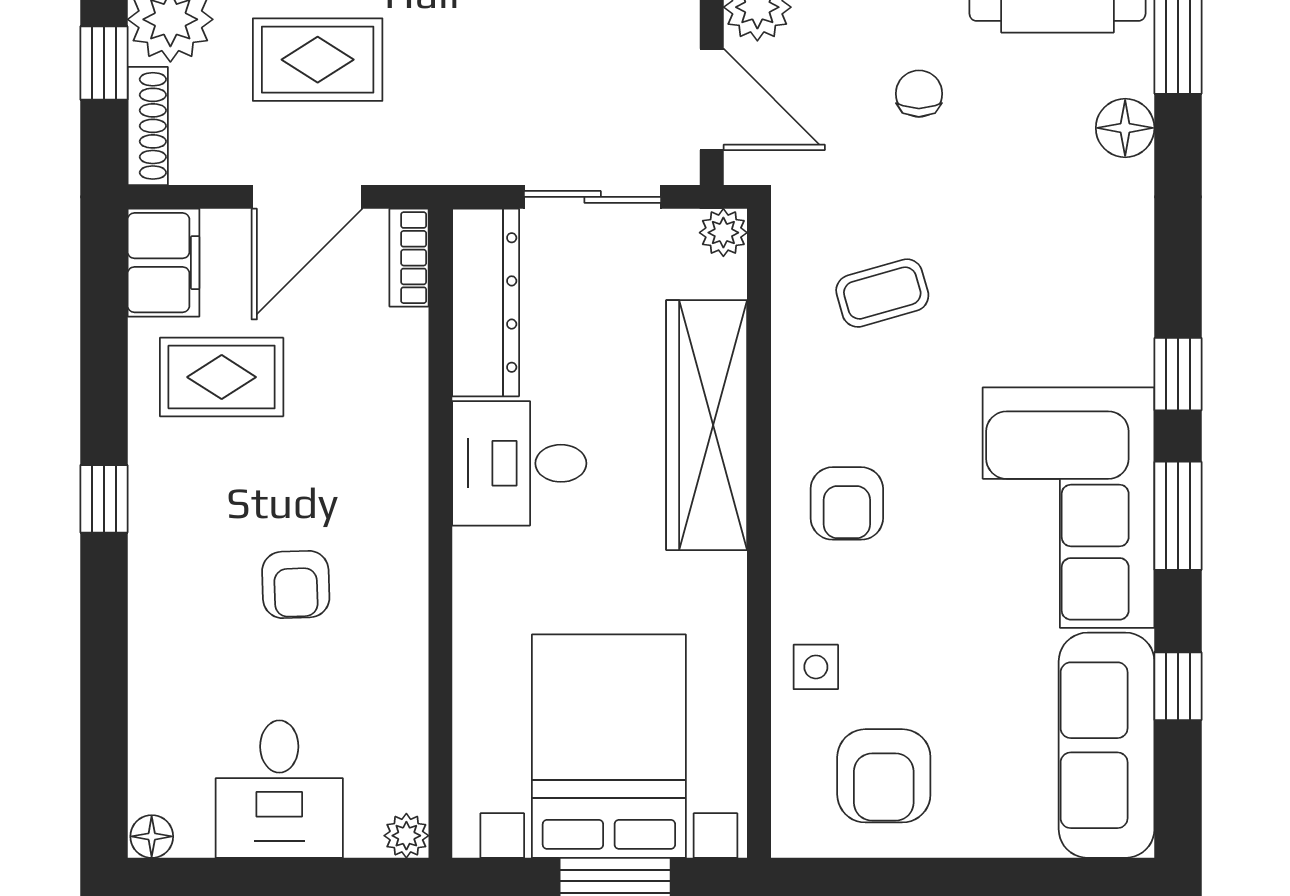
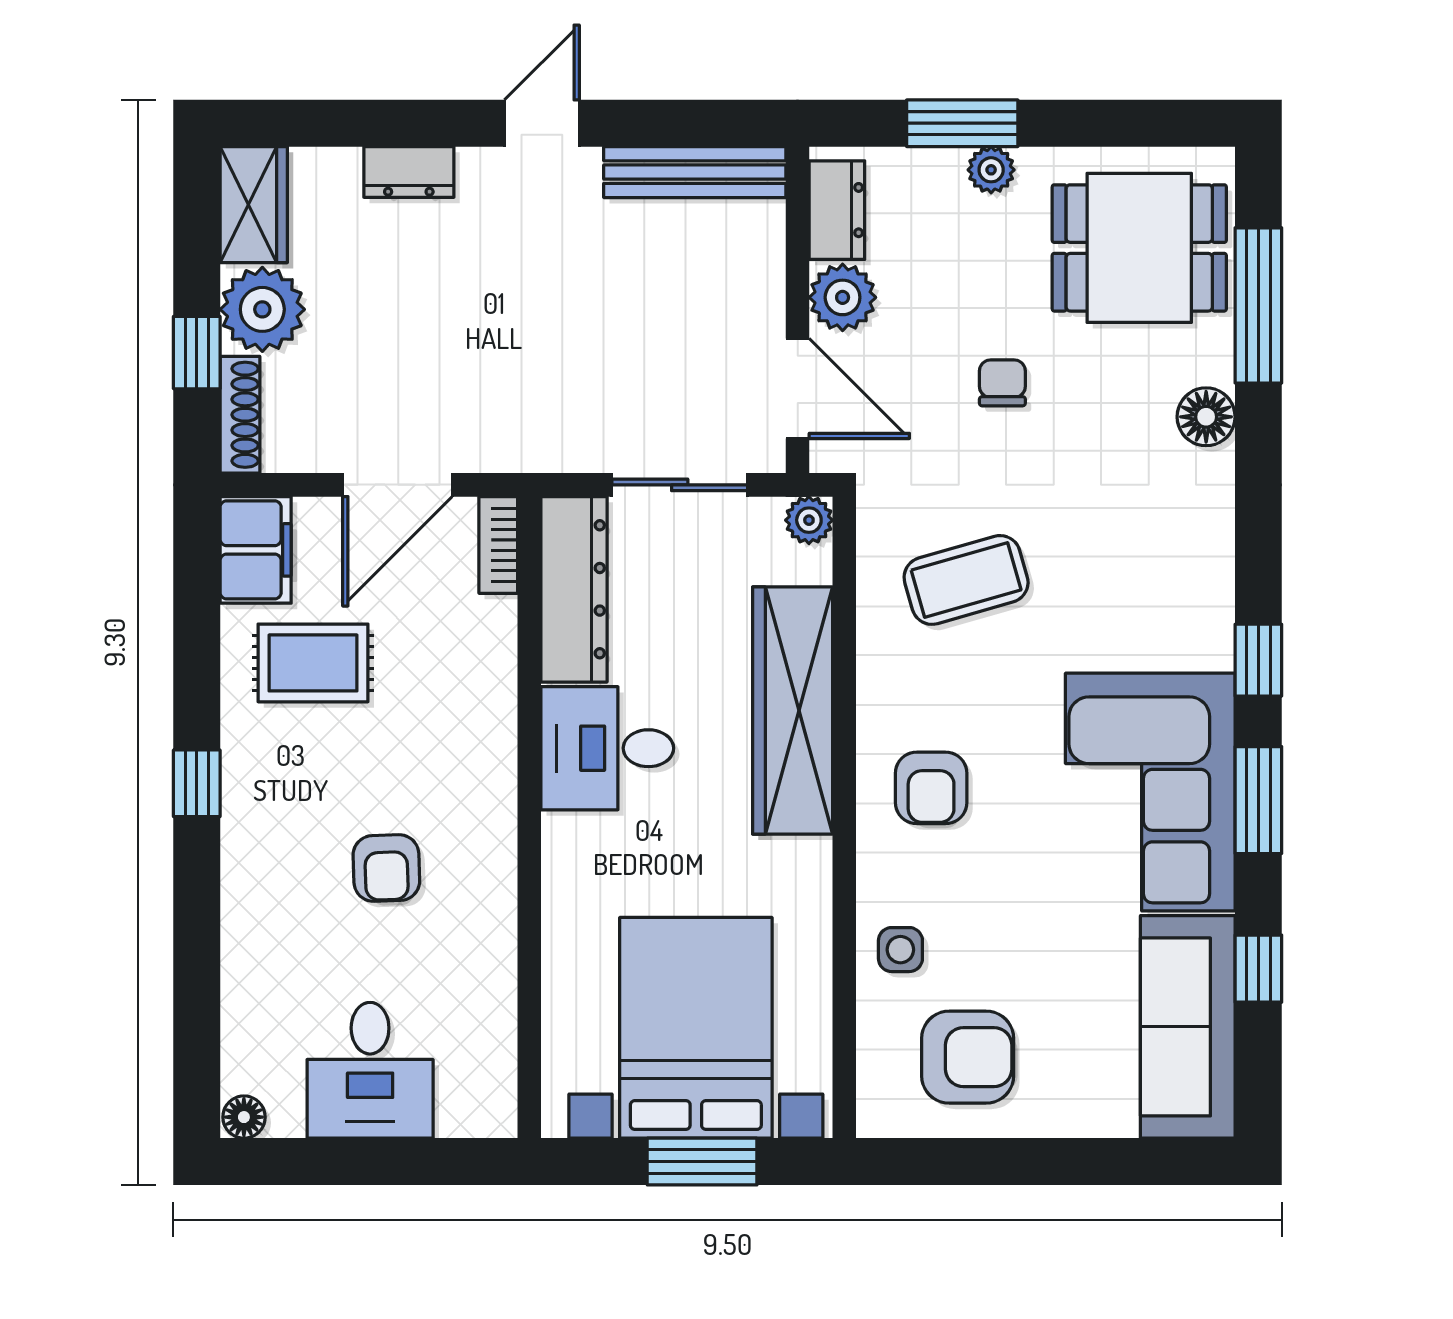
rug: (318, 60) -> (408, 349), removed
coffee table: (882, 293) -> (966, 580), width x1.36, depth x1.30
armchair: (884, 776) -> (968, 1057), turned -90
plant: (406, 836) -> (496, 1116), removed

